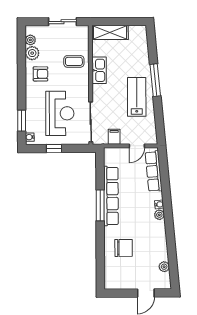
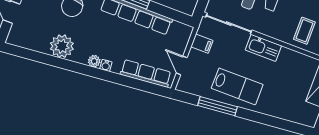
kitchen sink: (99, 70) -> (263, 48), moved
window: (155, 80) -> (217, 106), moved
plant: (164, 267) -> (62, 46), moved, width x1.87, depth x1.87

